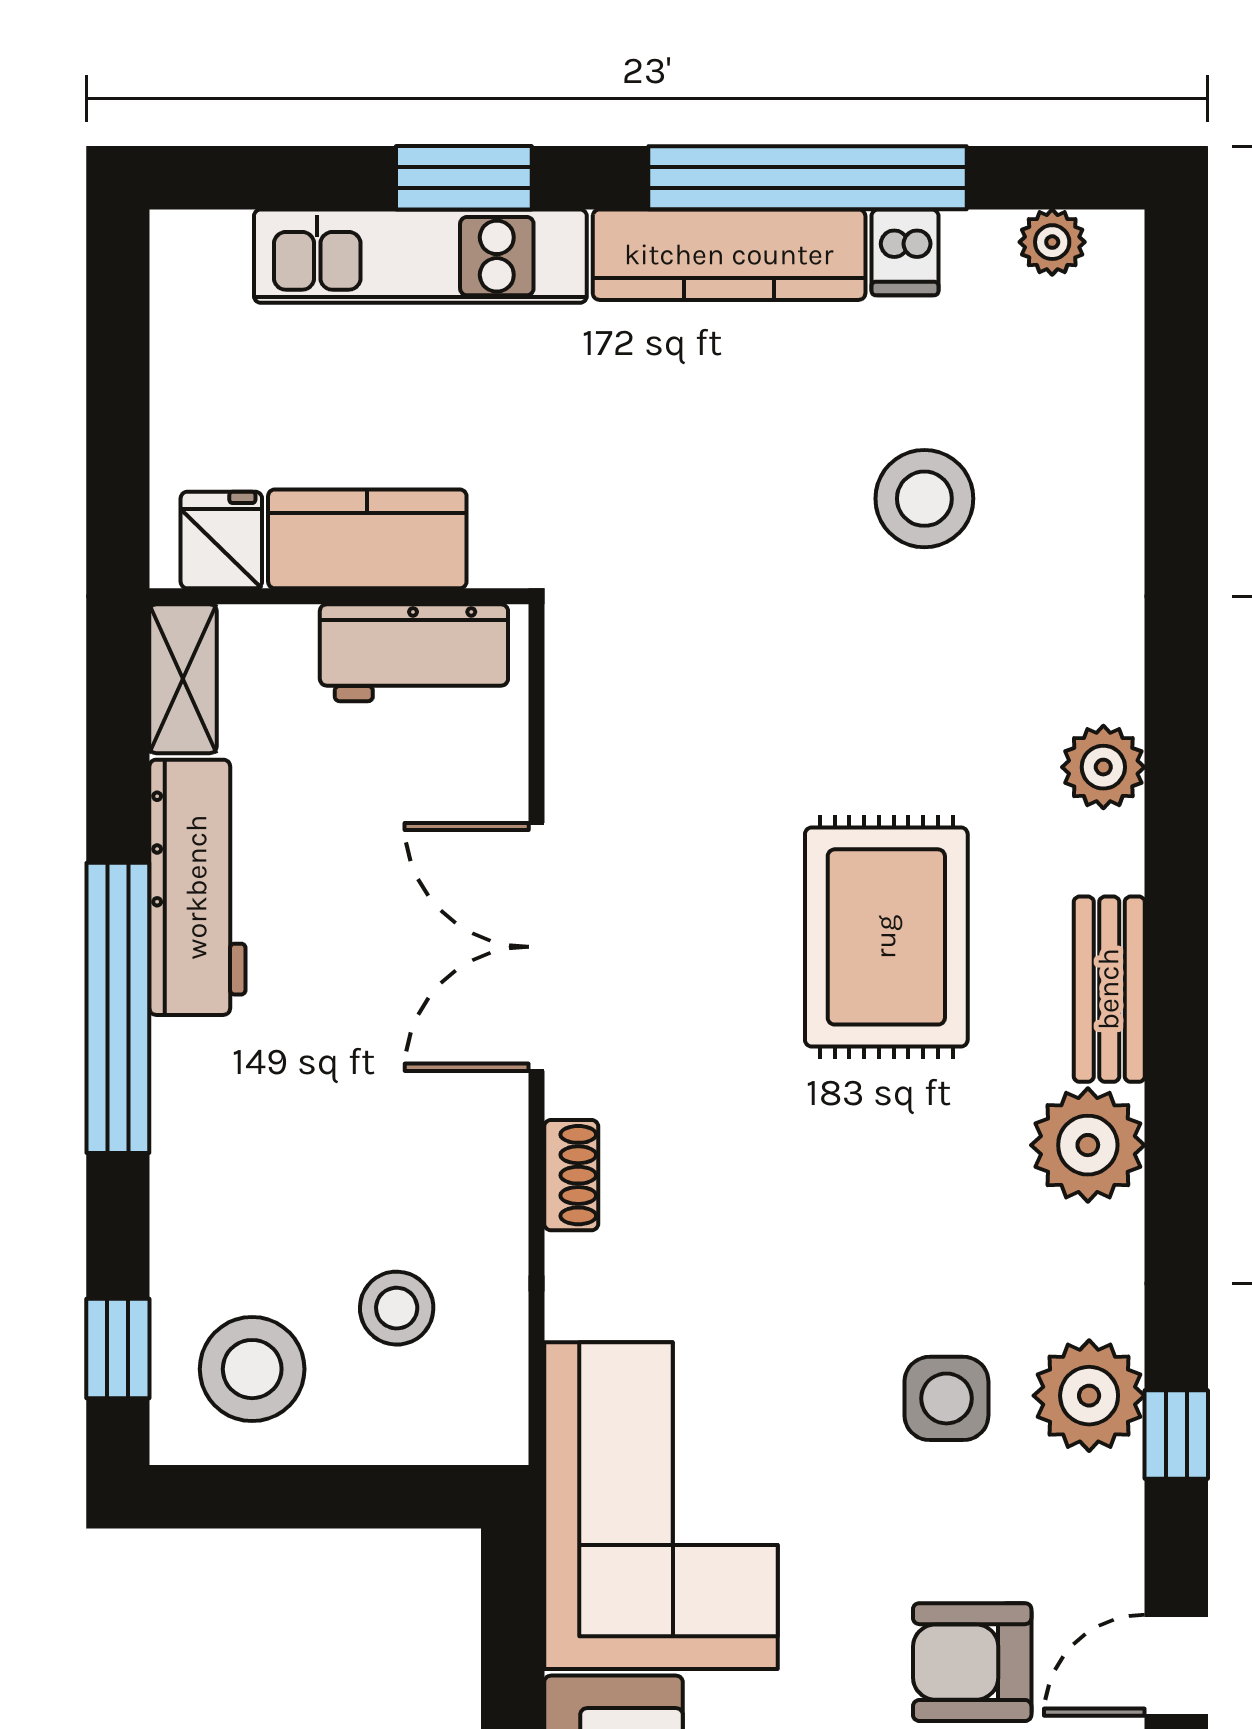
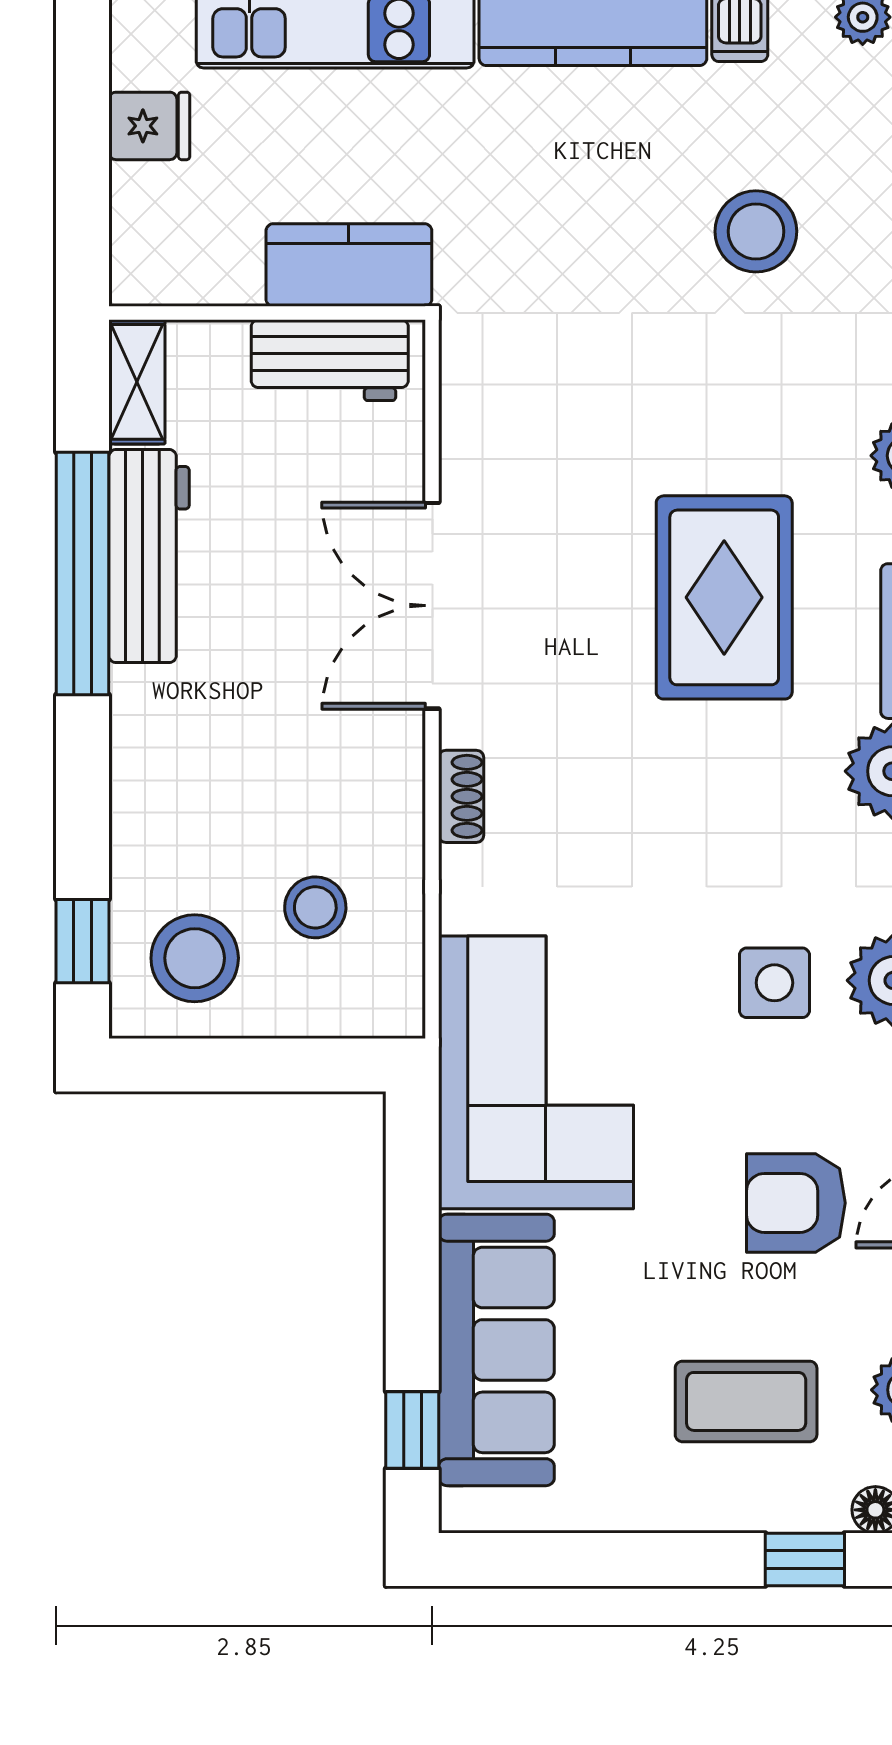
kitchen counter: (367, 539) -> (349, 265), moved
fridge: (221, 540) -> (149, 126), moved, turned 90
window: (118, 1008) -> (83, 574), moved

